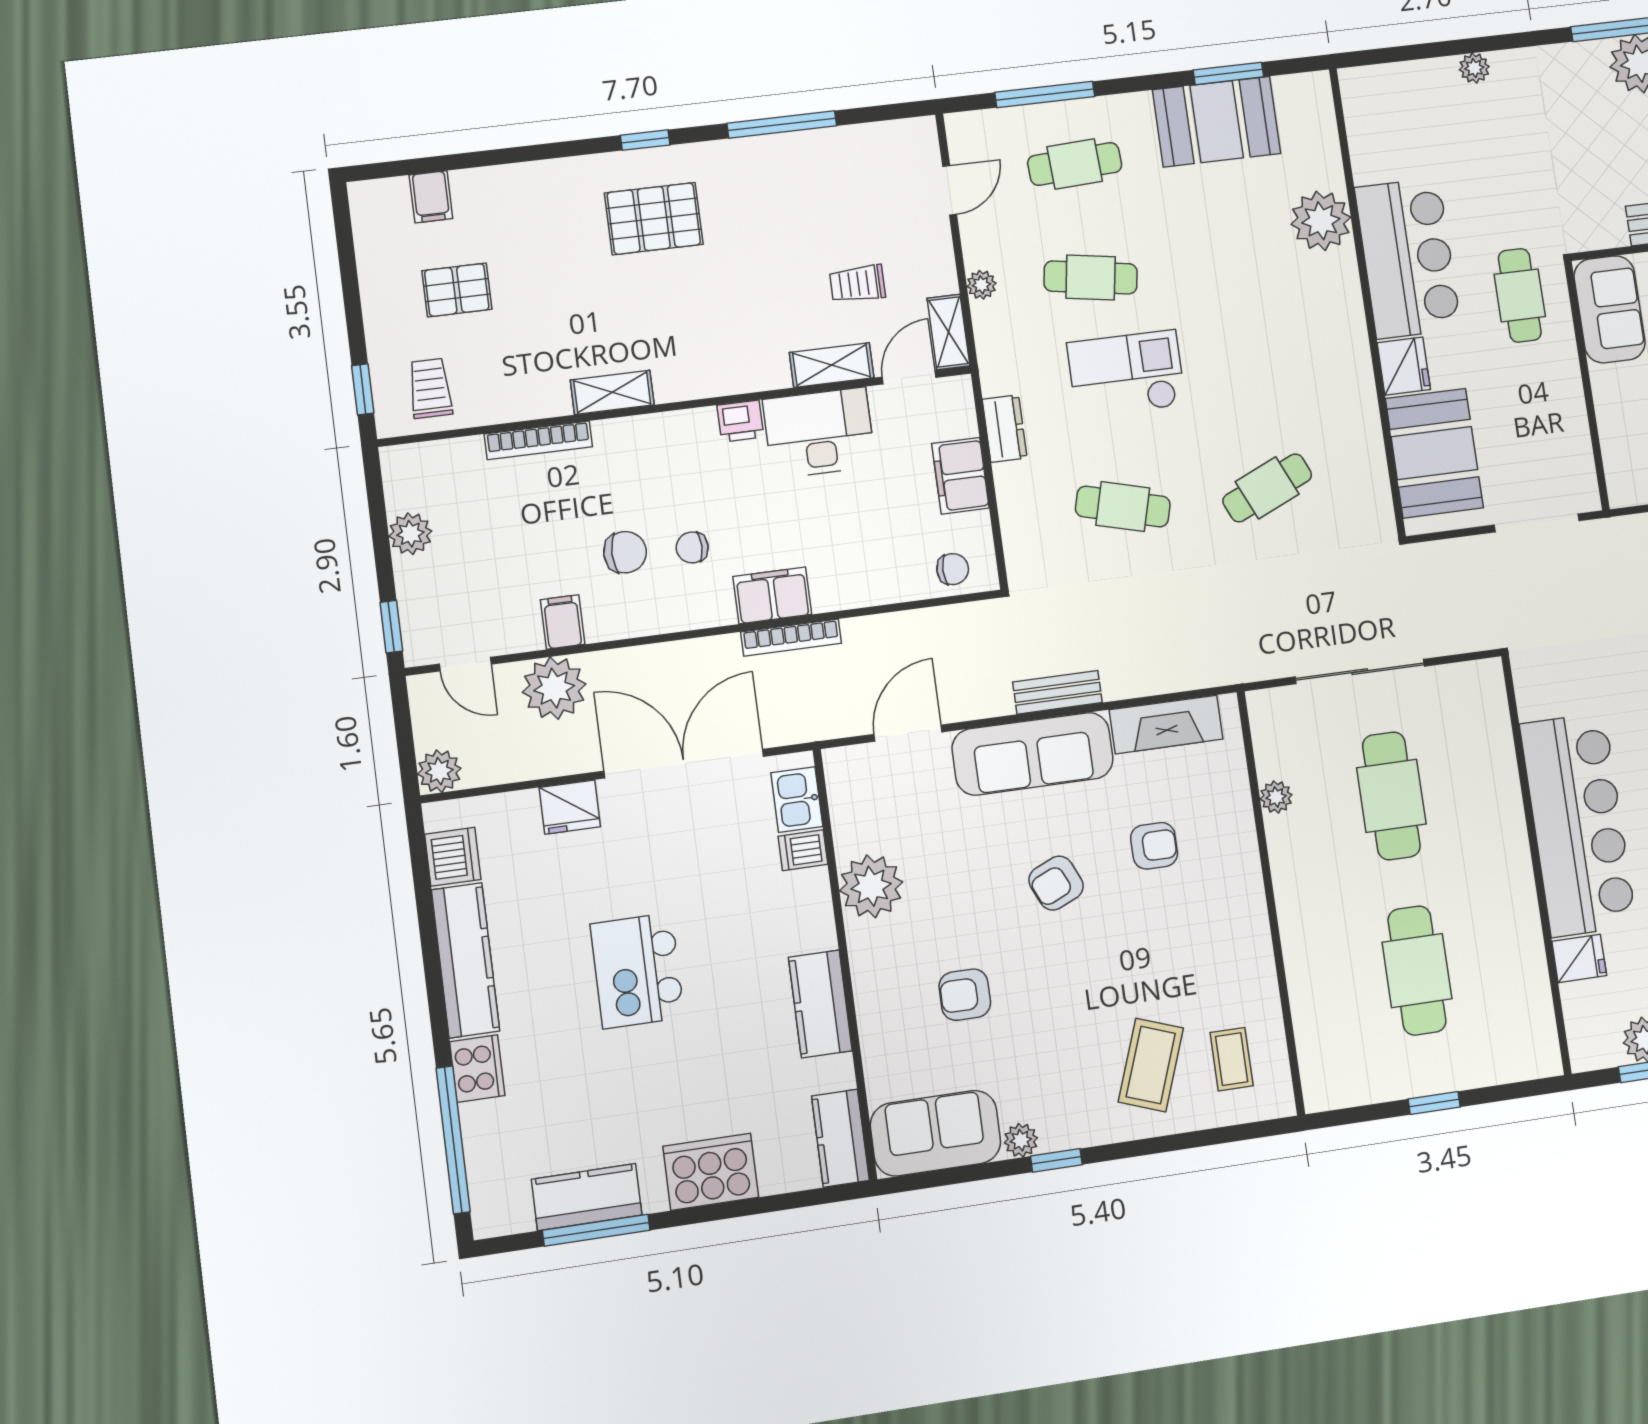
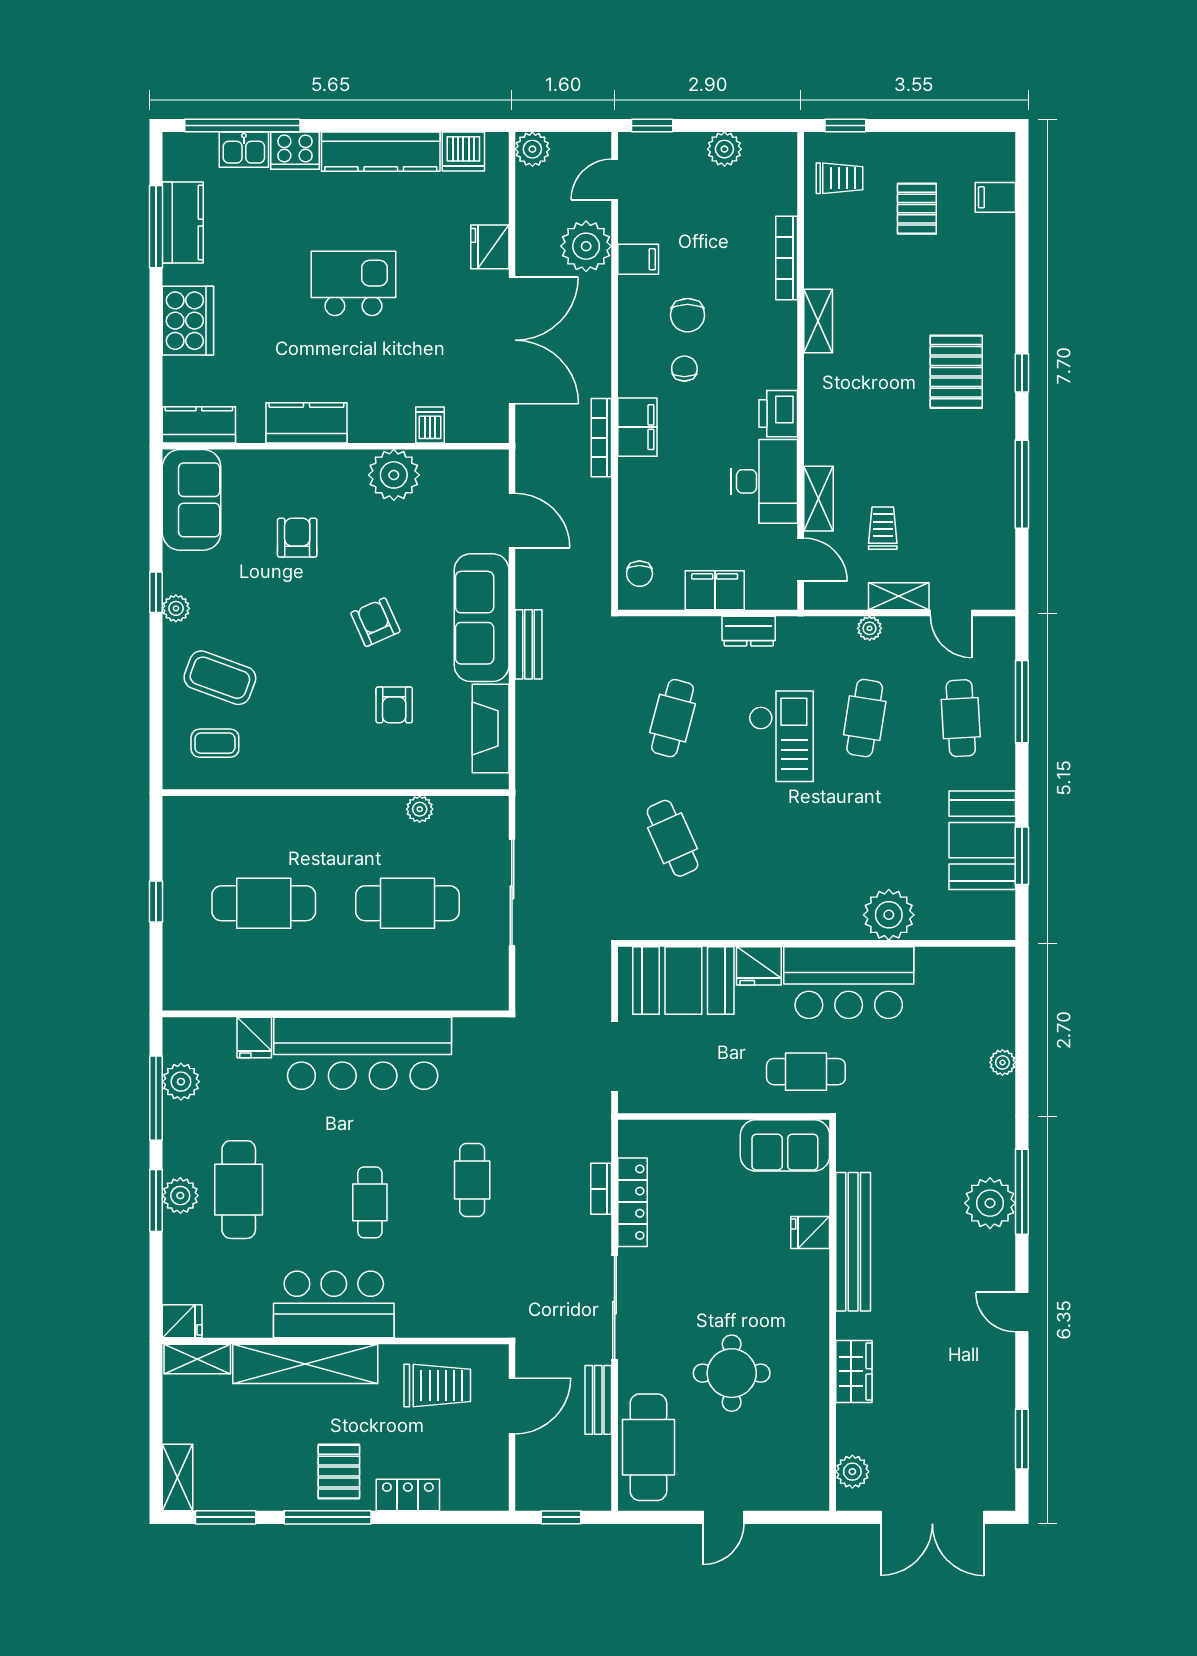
shelving: (948, 332) -> (899, 596), moved
printer: (740, 421) -> (778, 414), width x1.36, depth x1.24
kitchen sink: (797, 800) -> (244, 150), moved, turned 180
plant: (1021, 1140) -> (176, 608), moved

